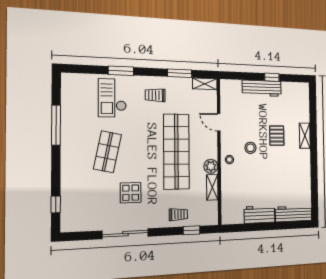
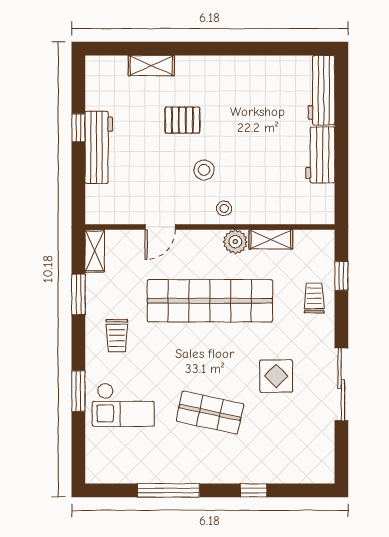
shelving: (305, 136) -> (151, 66), moved
window: (56, 204) -> (254, 490), moved

